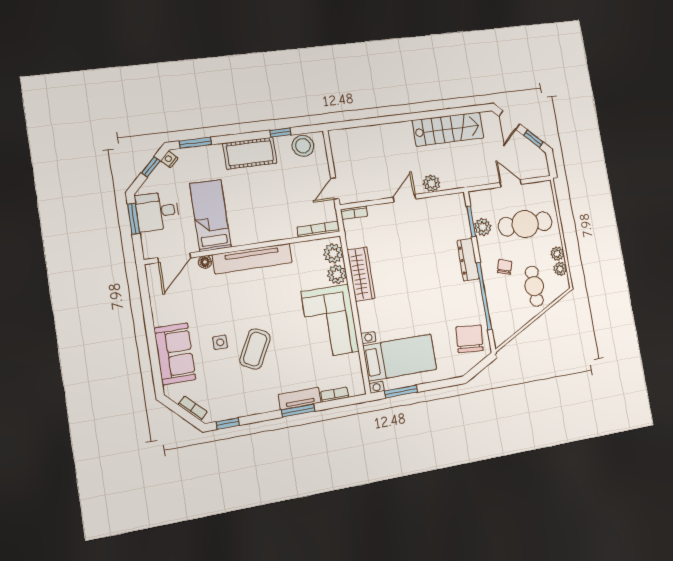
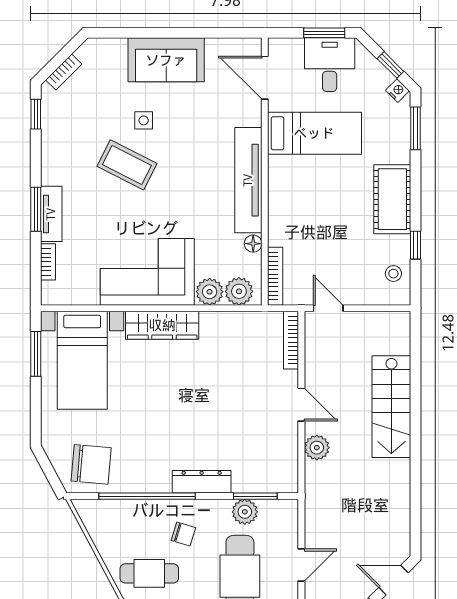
stairs: (448, 129) -> (391, 407), moved
stool: (303, 146) -> (393, 274), width x0.53, depth x0.53
bookcase: (354, 213) -> (291, 340), width x1.56
floor lamp: (205, 262) -> (253, 244), moved
wardrobe: (361, 274) -> (162, 325), moved
sofa: (175, 354) -> (166, 60), moved

